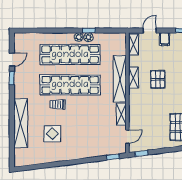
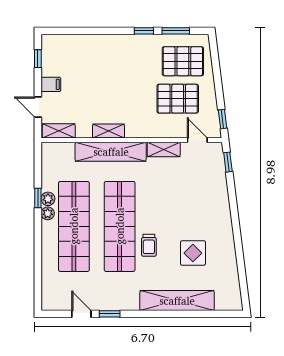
pallet: (158, 79) -> (178, 99), moved, width x1.50, depth x1.42

